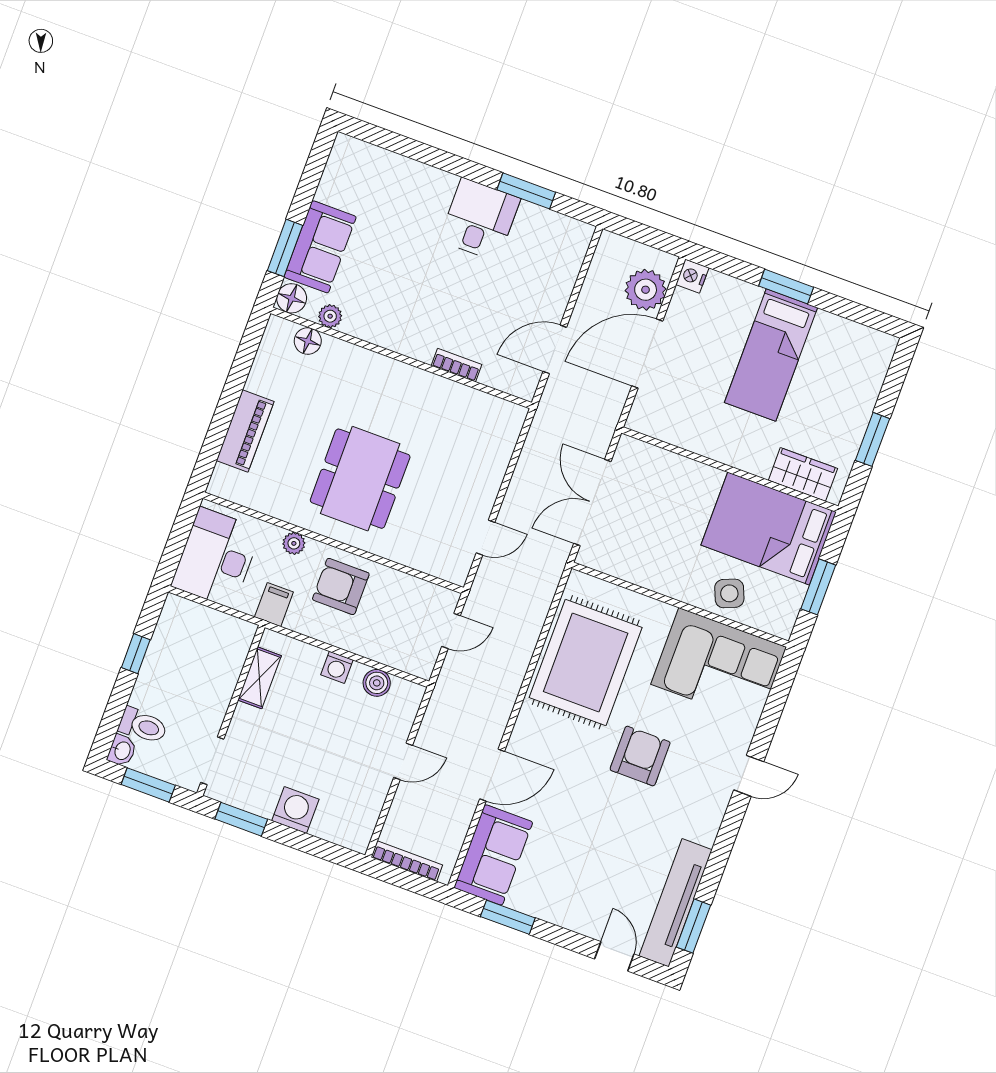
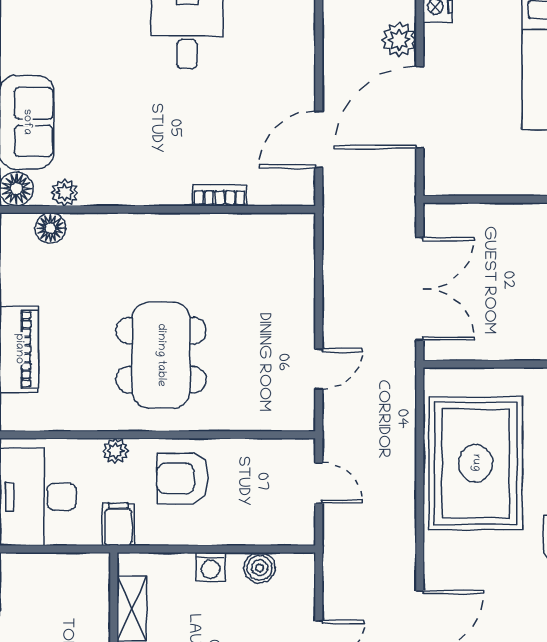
plant: (646, 290) -> (399, 40), width x0.73, depth x0.73
double door: (592, 502) -> (420, 289), swing flipped
door: (451, 631) -> (319, 483), hinge flipped

